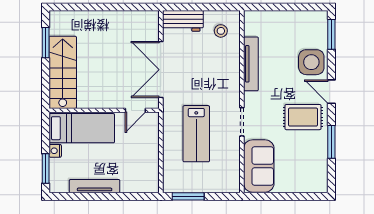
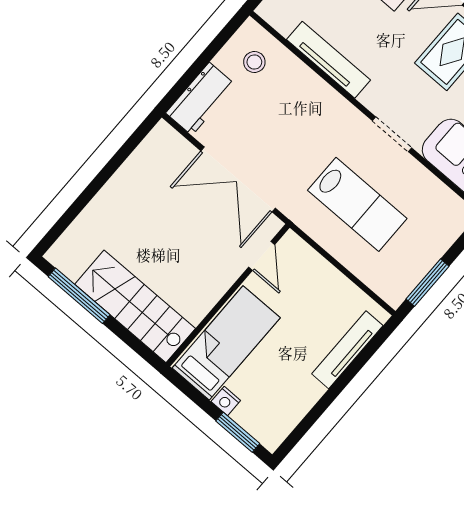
window: (46, 43) -> (79, 296), width x1.44
tv unit: (95, 186) -> (347, 350), moved

